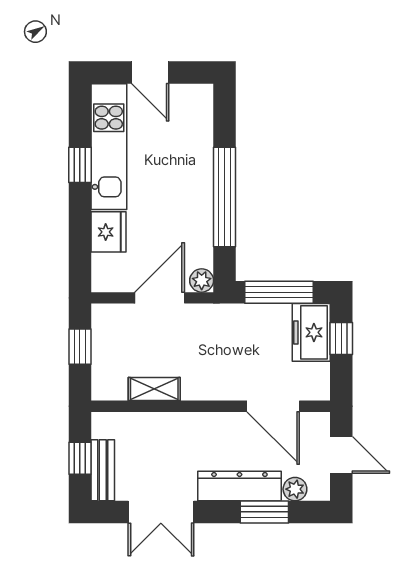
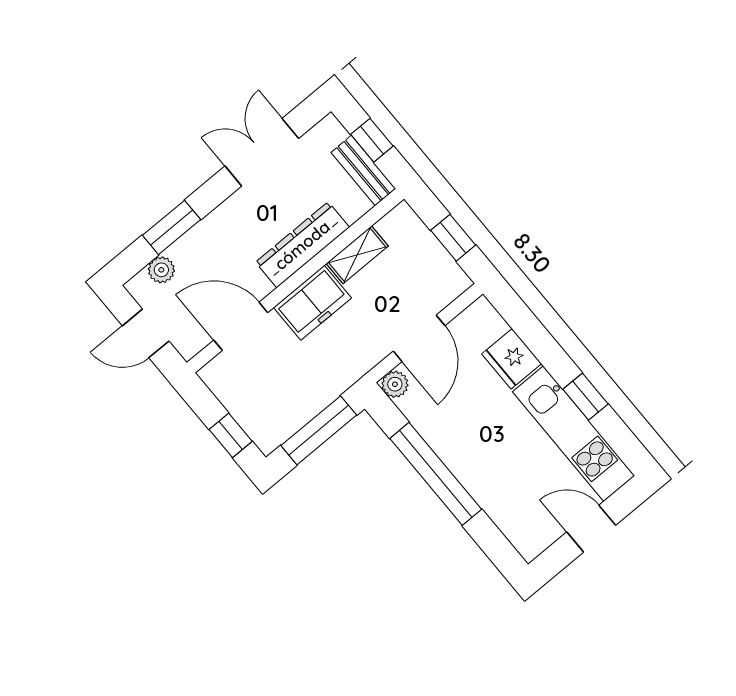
freezer: (311, 332) -> (313, 303), moved, turned 90
bench: (103, 470) -> (363, 171), moved
dresser: (239, 486) -> (302, 245), moved, turned 180

